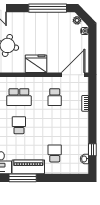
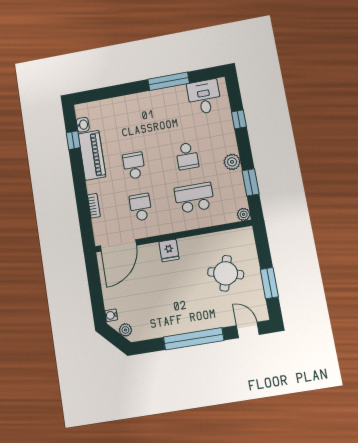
window: (48, 8) -> (194, 339), moved
fridge: (36, 64) -> (169, 250), width x0.53, depth x0.75
school desk: (55, 153) -> (134, 166), moved, turned 180
piano: (28, 167) -> (92, 155), moved, turned -90

